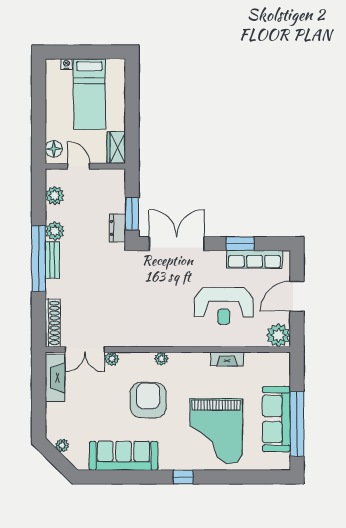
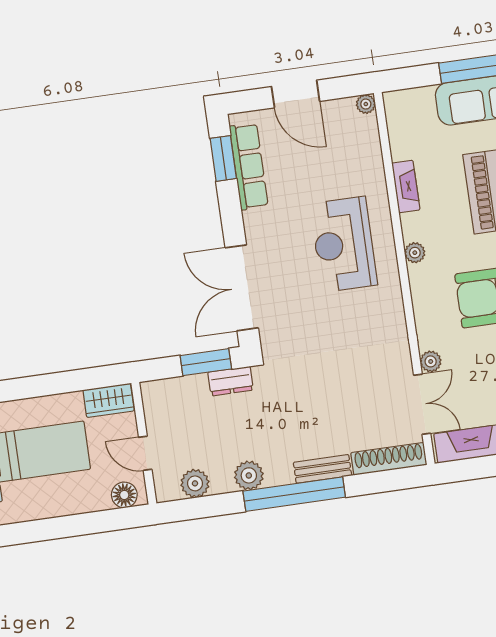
door: (79, 166) -> (145, 453), hinge flipped
window: (240, 244) -> (223, 158), moved
bench: (52, 260) -> (322, 469), moved
reception desk: (224, 306) -> (344, 244), moved, turned 180
plant: (278, 335) -> (366, 104), width x0.53, depth x0.53
plant: (161, 359) -> (415, 253), moved

